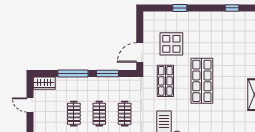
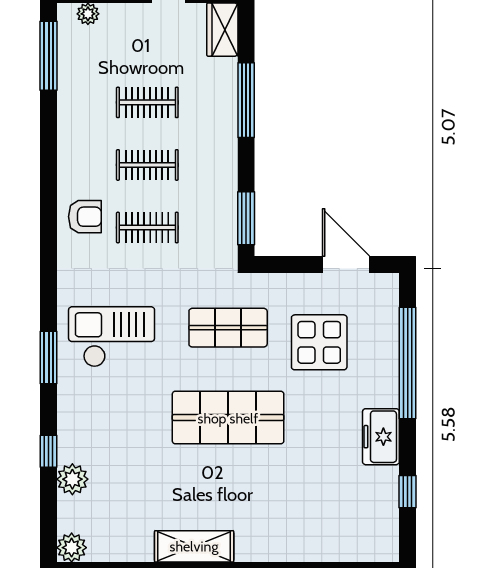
window: (180, 8) -> (408, 363), width x3.17
freezer: (210, 19) -> (381, 437), added
door: (140, 53) -> (346, 264), moved
window: (108, 74) -> (246, 218), moved

